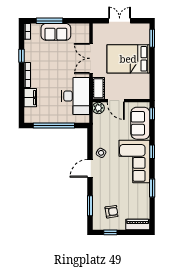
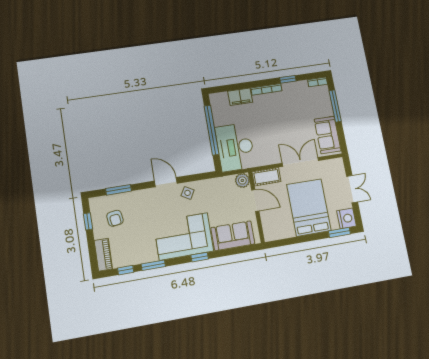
nightstand: (142, 30) -> (347, 218), added
sofa: (56, 32) -> (328, 135), moved
desk: (75, 96) -> (235, 147), moved, turned 90
door: (116, 101) -> (255, 200), swing flipped
window: (152, 114) -> (126, 270), moved

